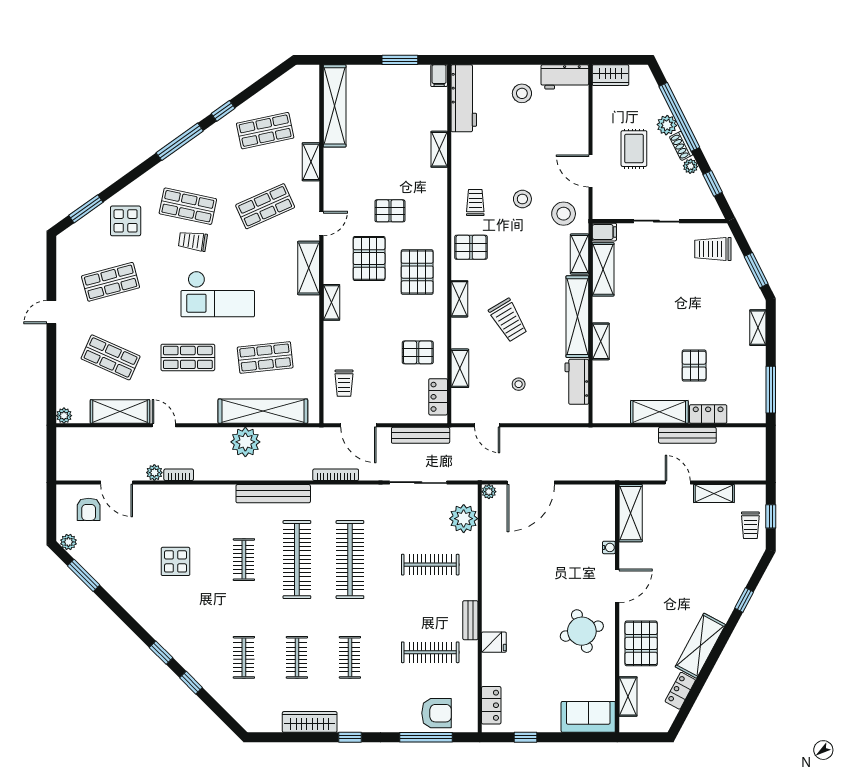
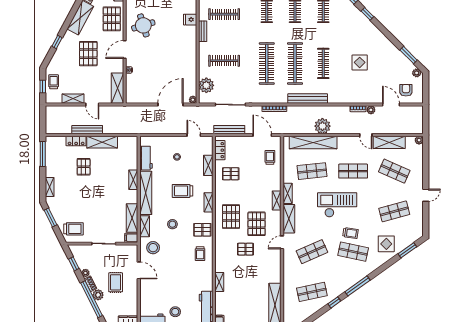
shelving: (311, 162) -> (288, 193), moved
stool: (522, 199) -> (172, 224), moved
trolley: (508, 320) -> (182, 191), turned -59
clothes rail: (244, 560) -> (323, 63), width x1.36
pallet: (685, 578) -> (88, 54), added

